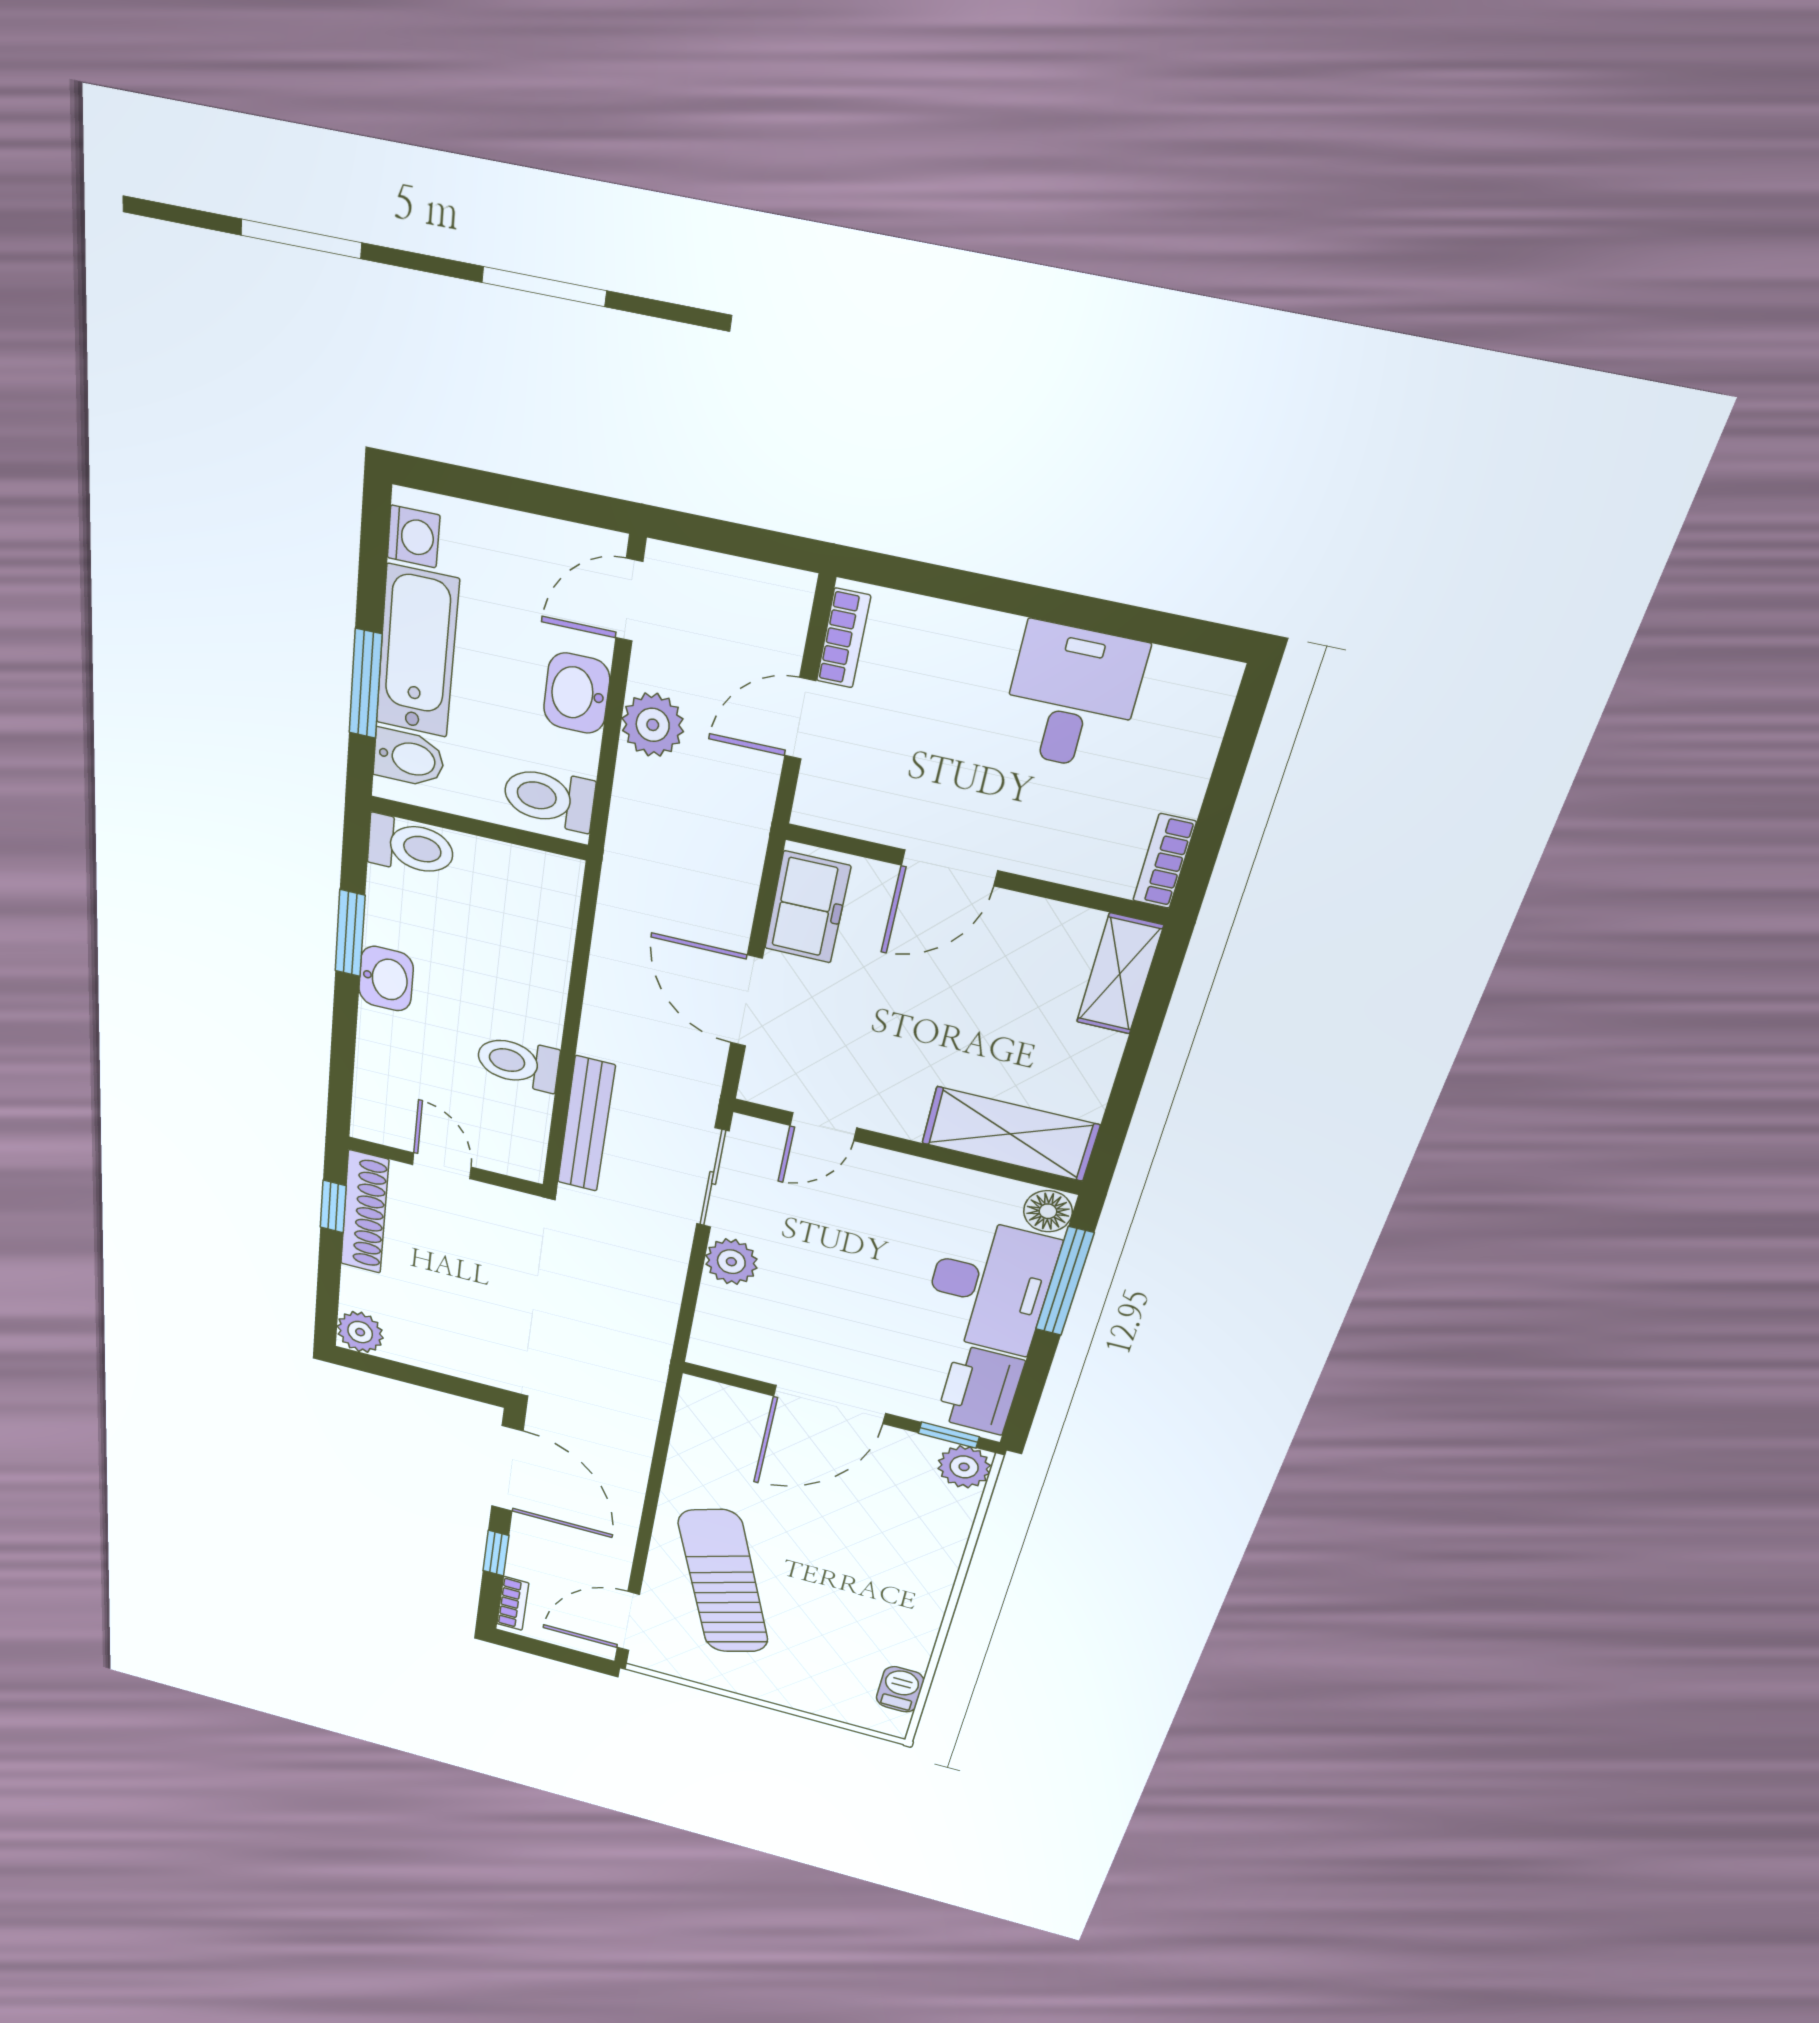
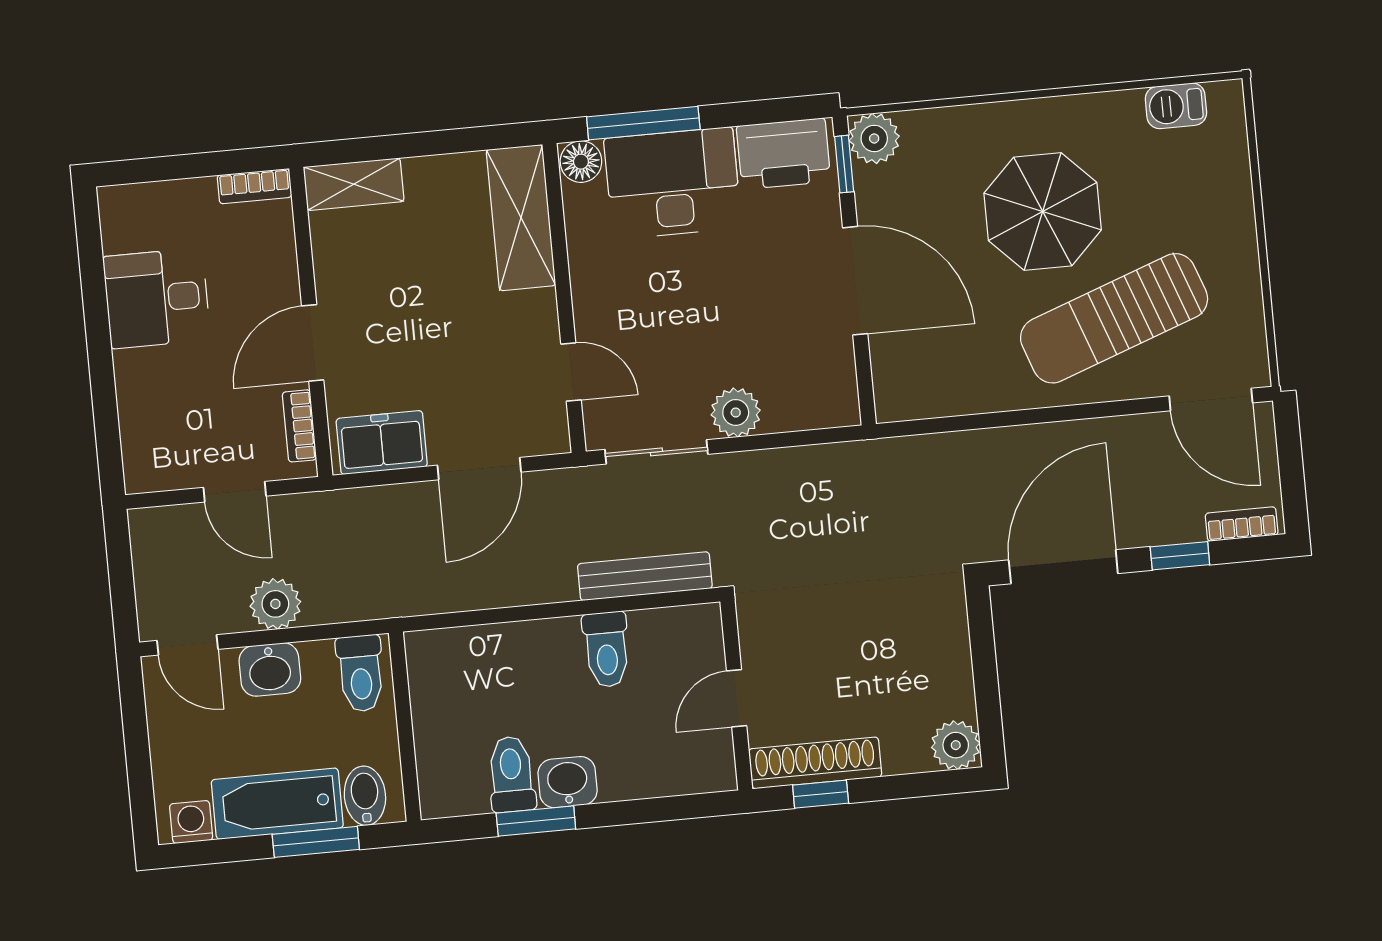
bookcase: (843, 638) -> (299, 426), moved, turned -90
toilet: (411, 846) -> (511, 774), moved
door: (949, 868) -> (313, 343), swing flipped
parasol: (841, 1567) -> (1043, 212), added

